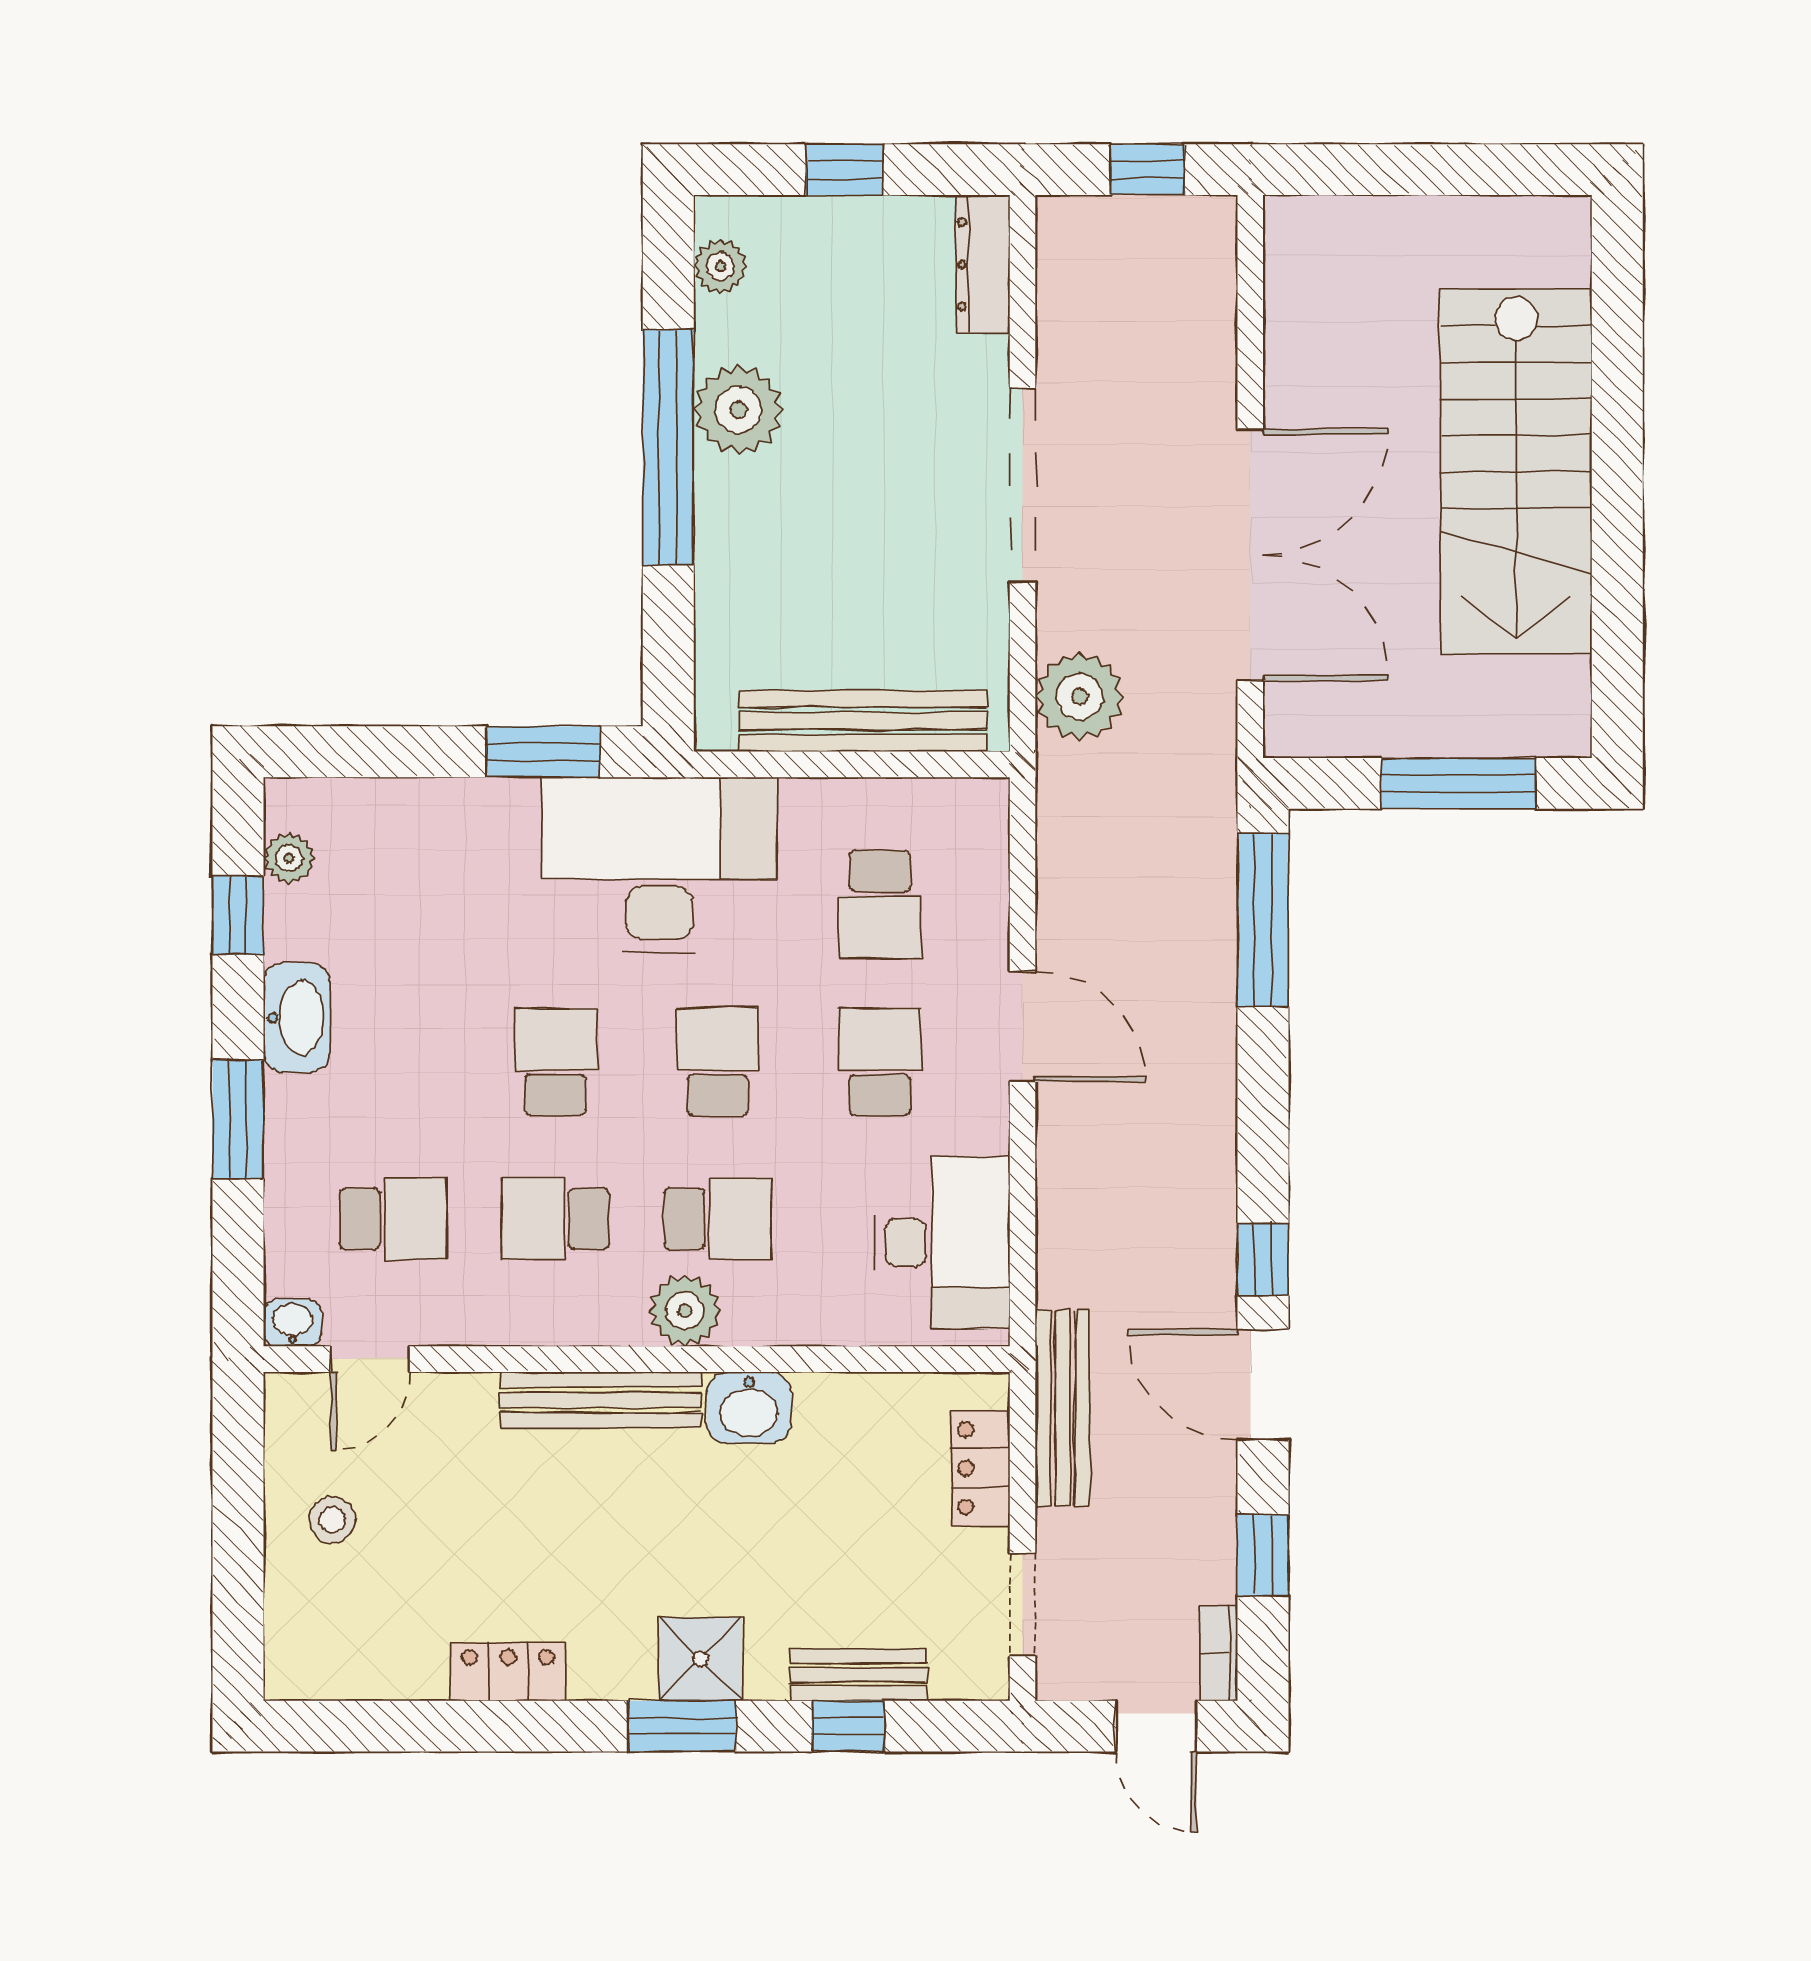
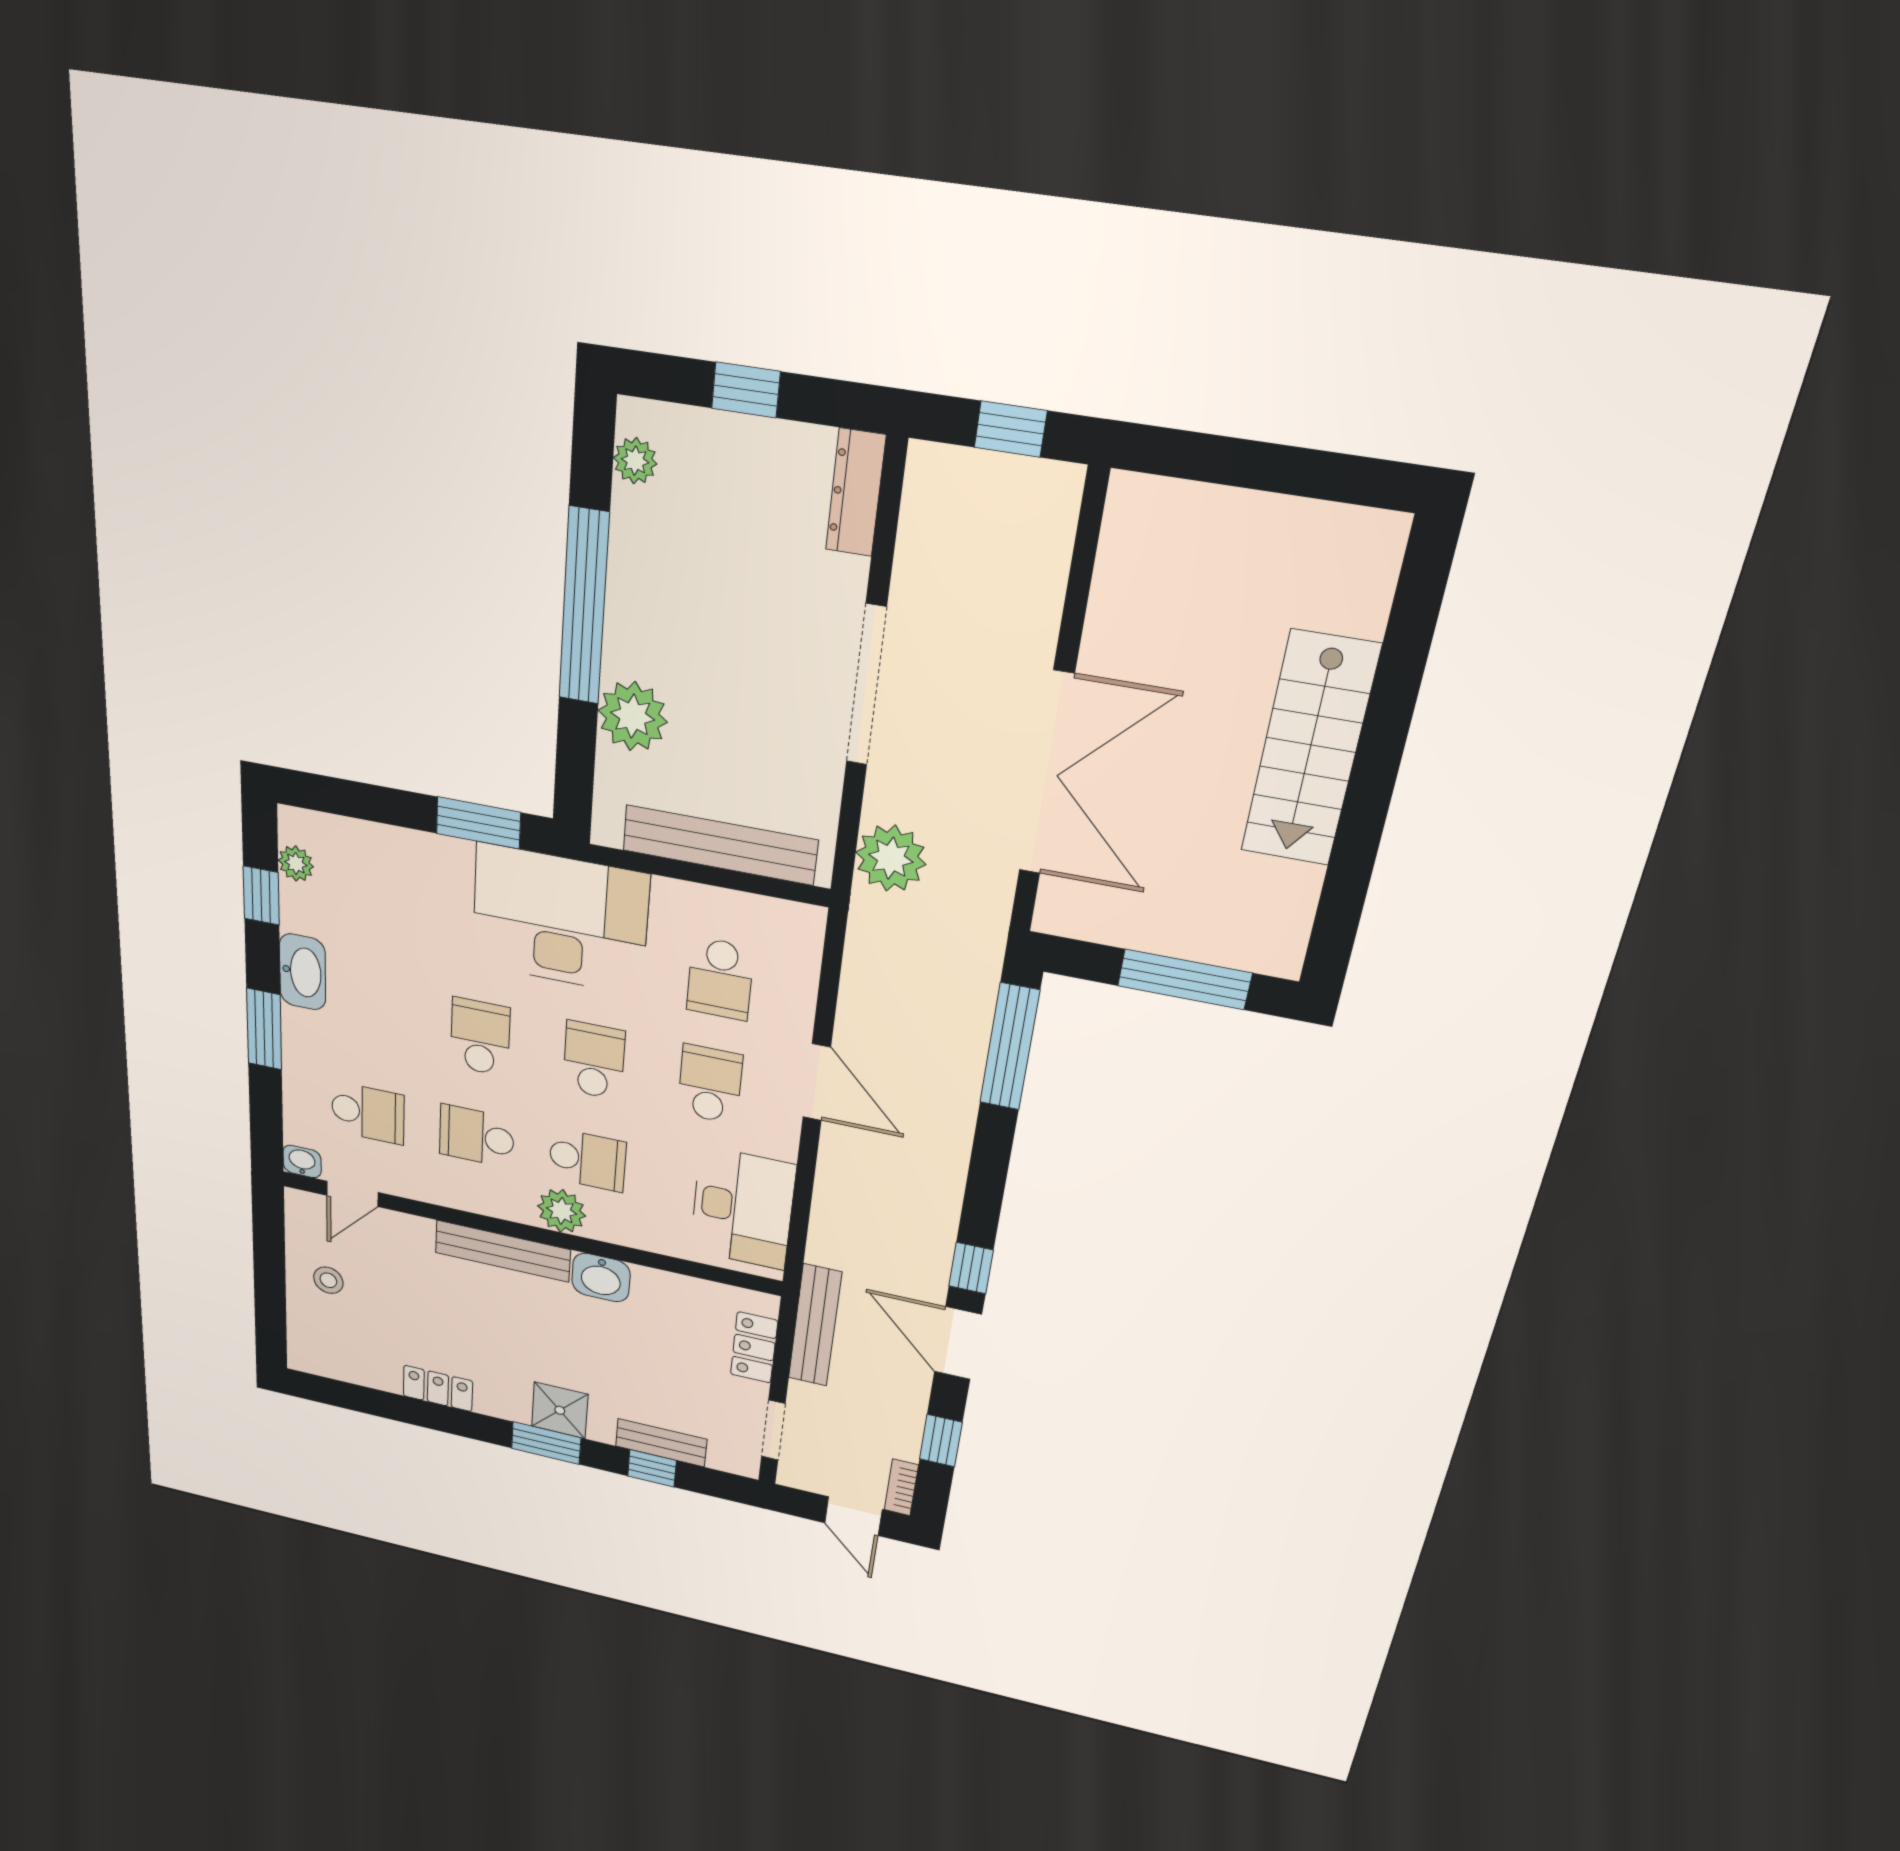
plant: (738, 410) -> (633, 716), moved
stairs: (1516, 472) -> (1310, 749), width x0.73, depth x0.66

